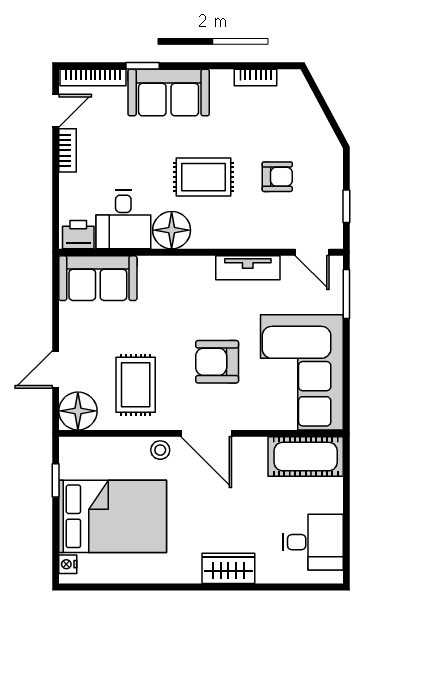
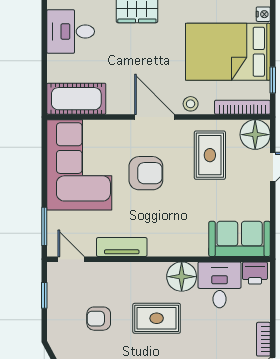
bookcase: (94, 446) -> (242, 107), added

